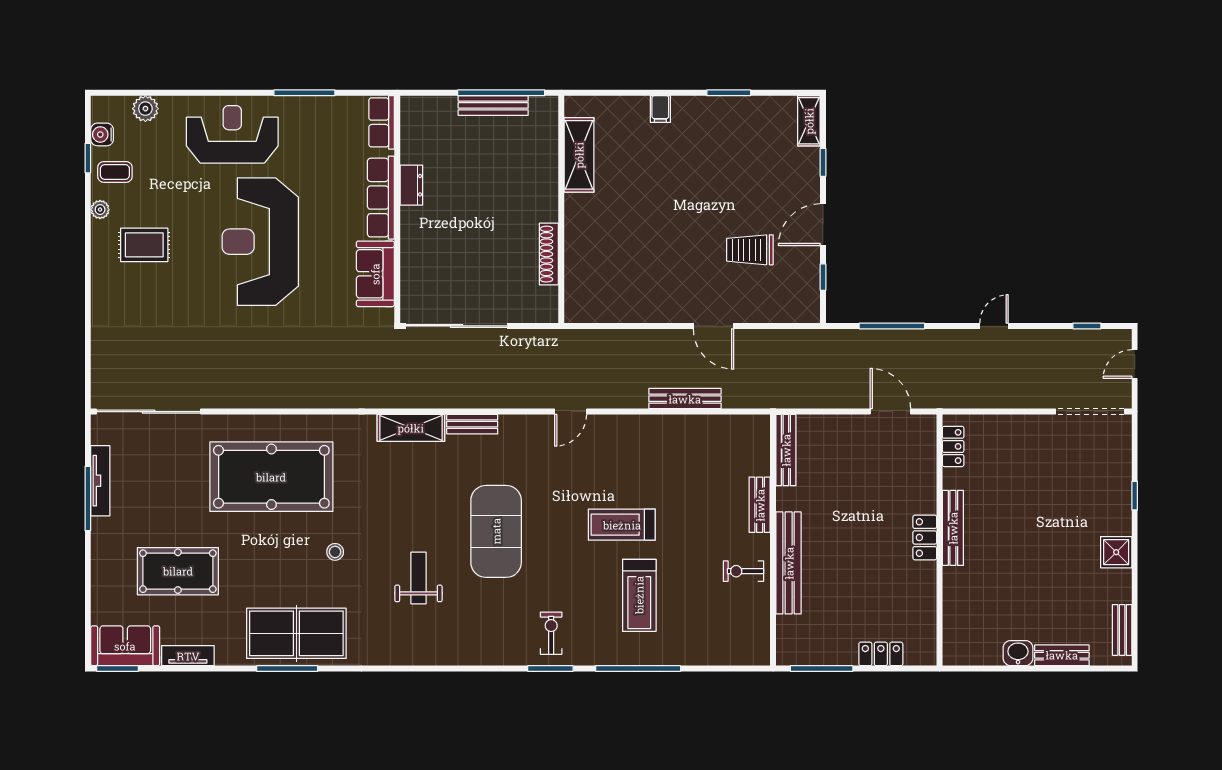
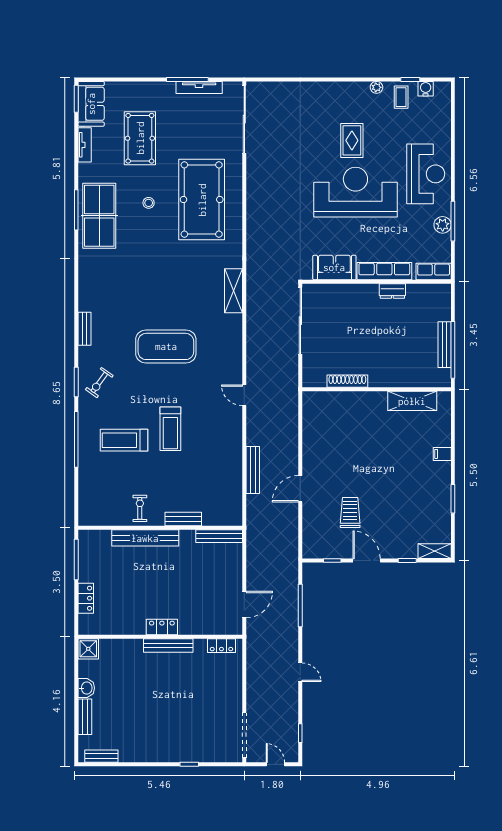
plant: (145, 109) -> (443, 225), moved
rug: (144, 245) -> (352, 140), moved
bench: (472, 424) -> (84, 329), moved
treadmill: (622, 525) -> (170, 429), turned 180
stool: (335, 552) -> (149, 203), moved
shower: (1116, 552) -> (88, 649), moved
weight bench: (418, 578) -> (135, 296), removed
exercise bike: (551, 633) -> (99, 383), turned 126

